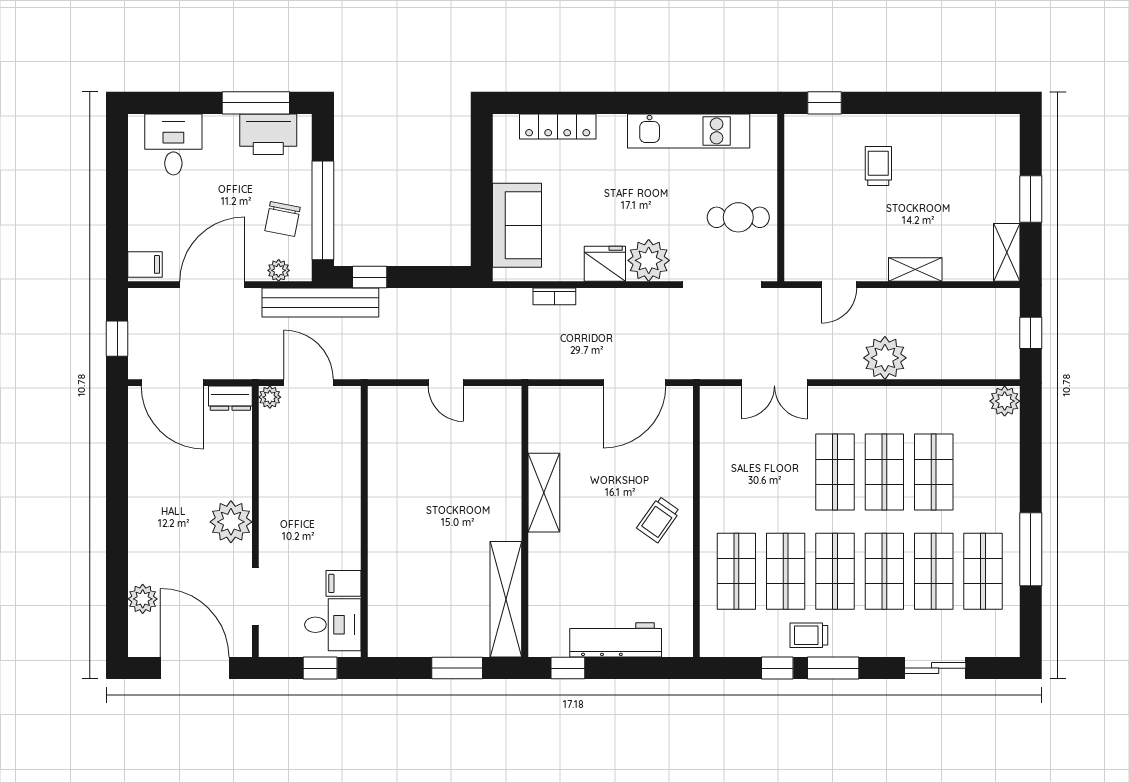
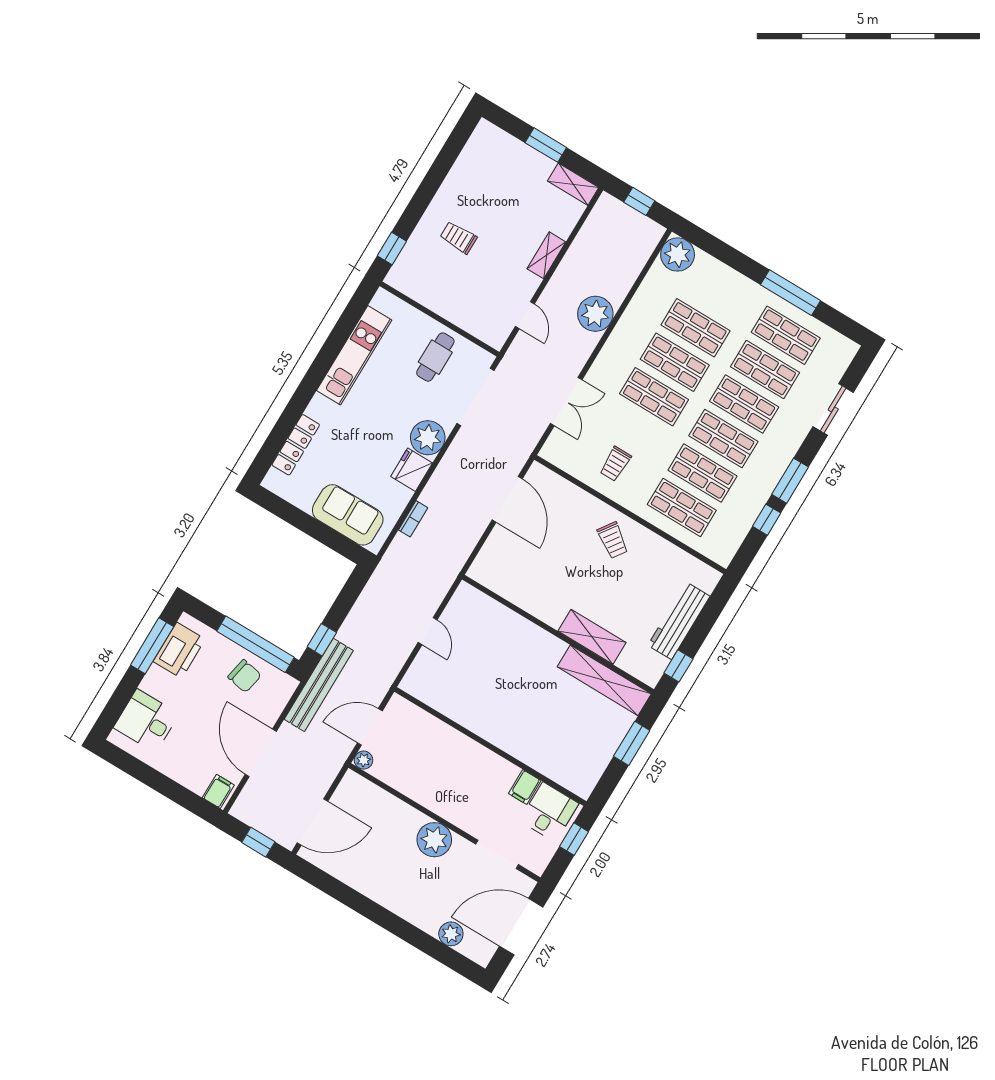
plant: (279, 270) -> (279, 701), removed
door: (446, 383) -> (428, 631), hinge flipped
dresser: (230, 398) -> (348, 788), removed
plant: (1005, 401) -> (678, 254), width x1.36, depth x1.36
shelving: (544, 493) -> (592, 637), moved
trolley: (809, 635) -> (615, 464), moved

